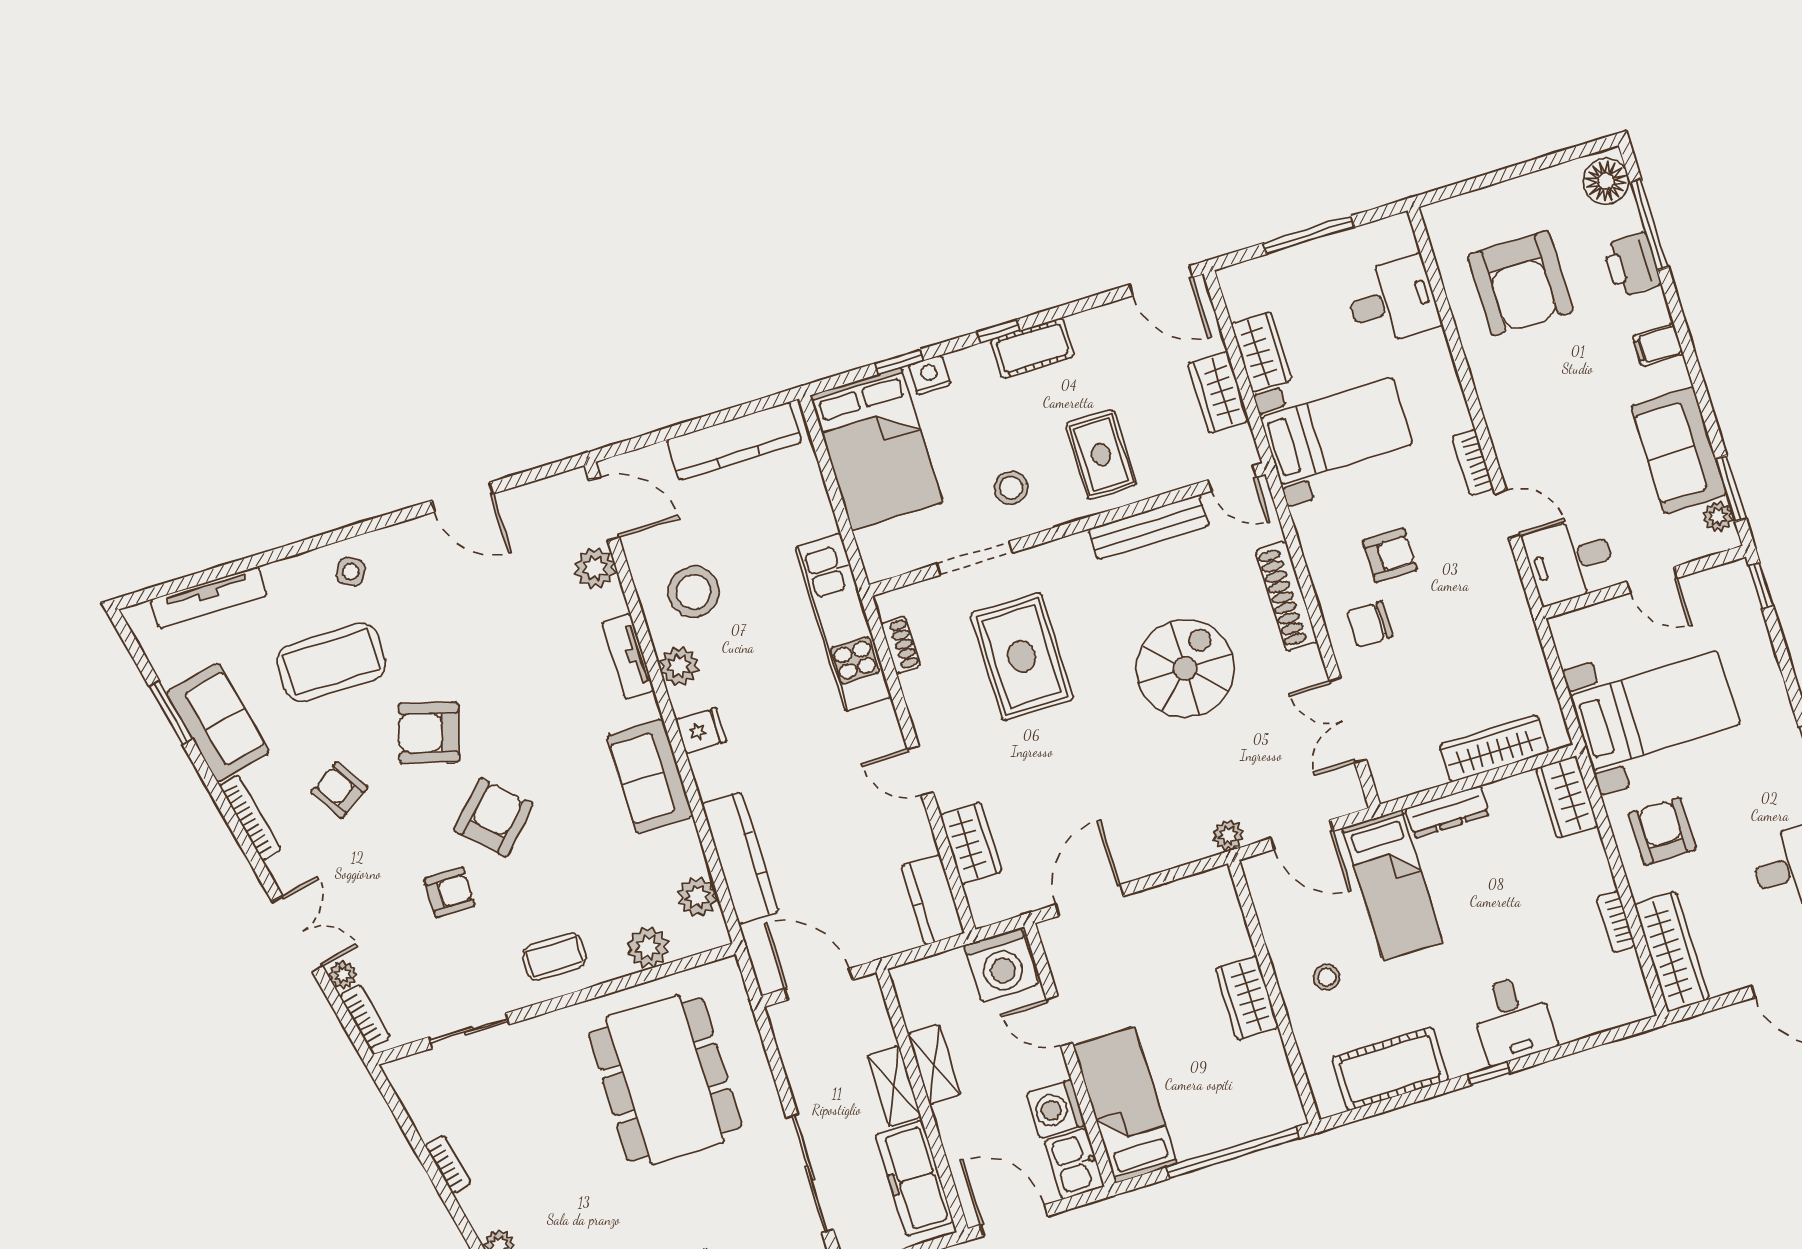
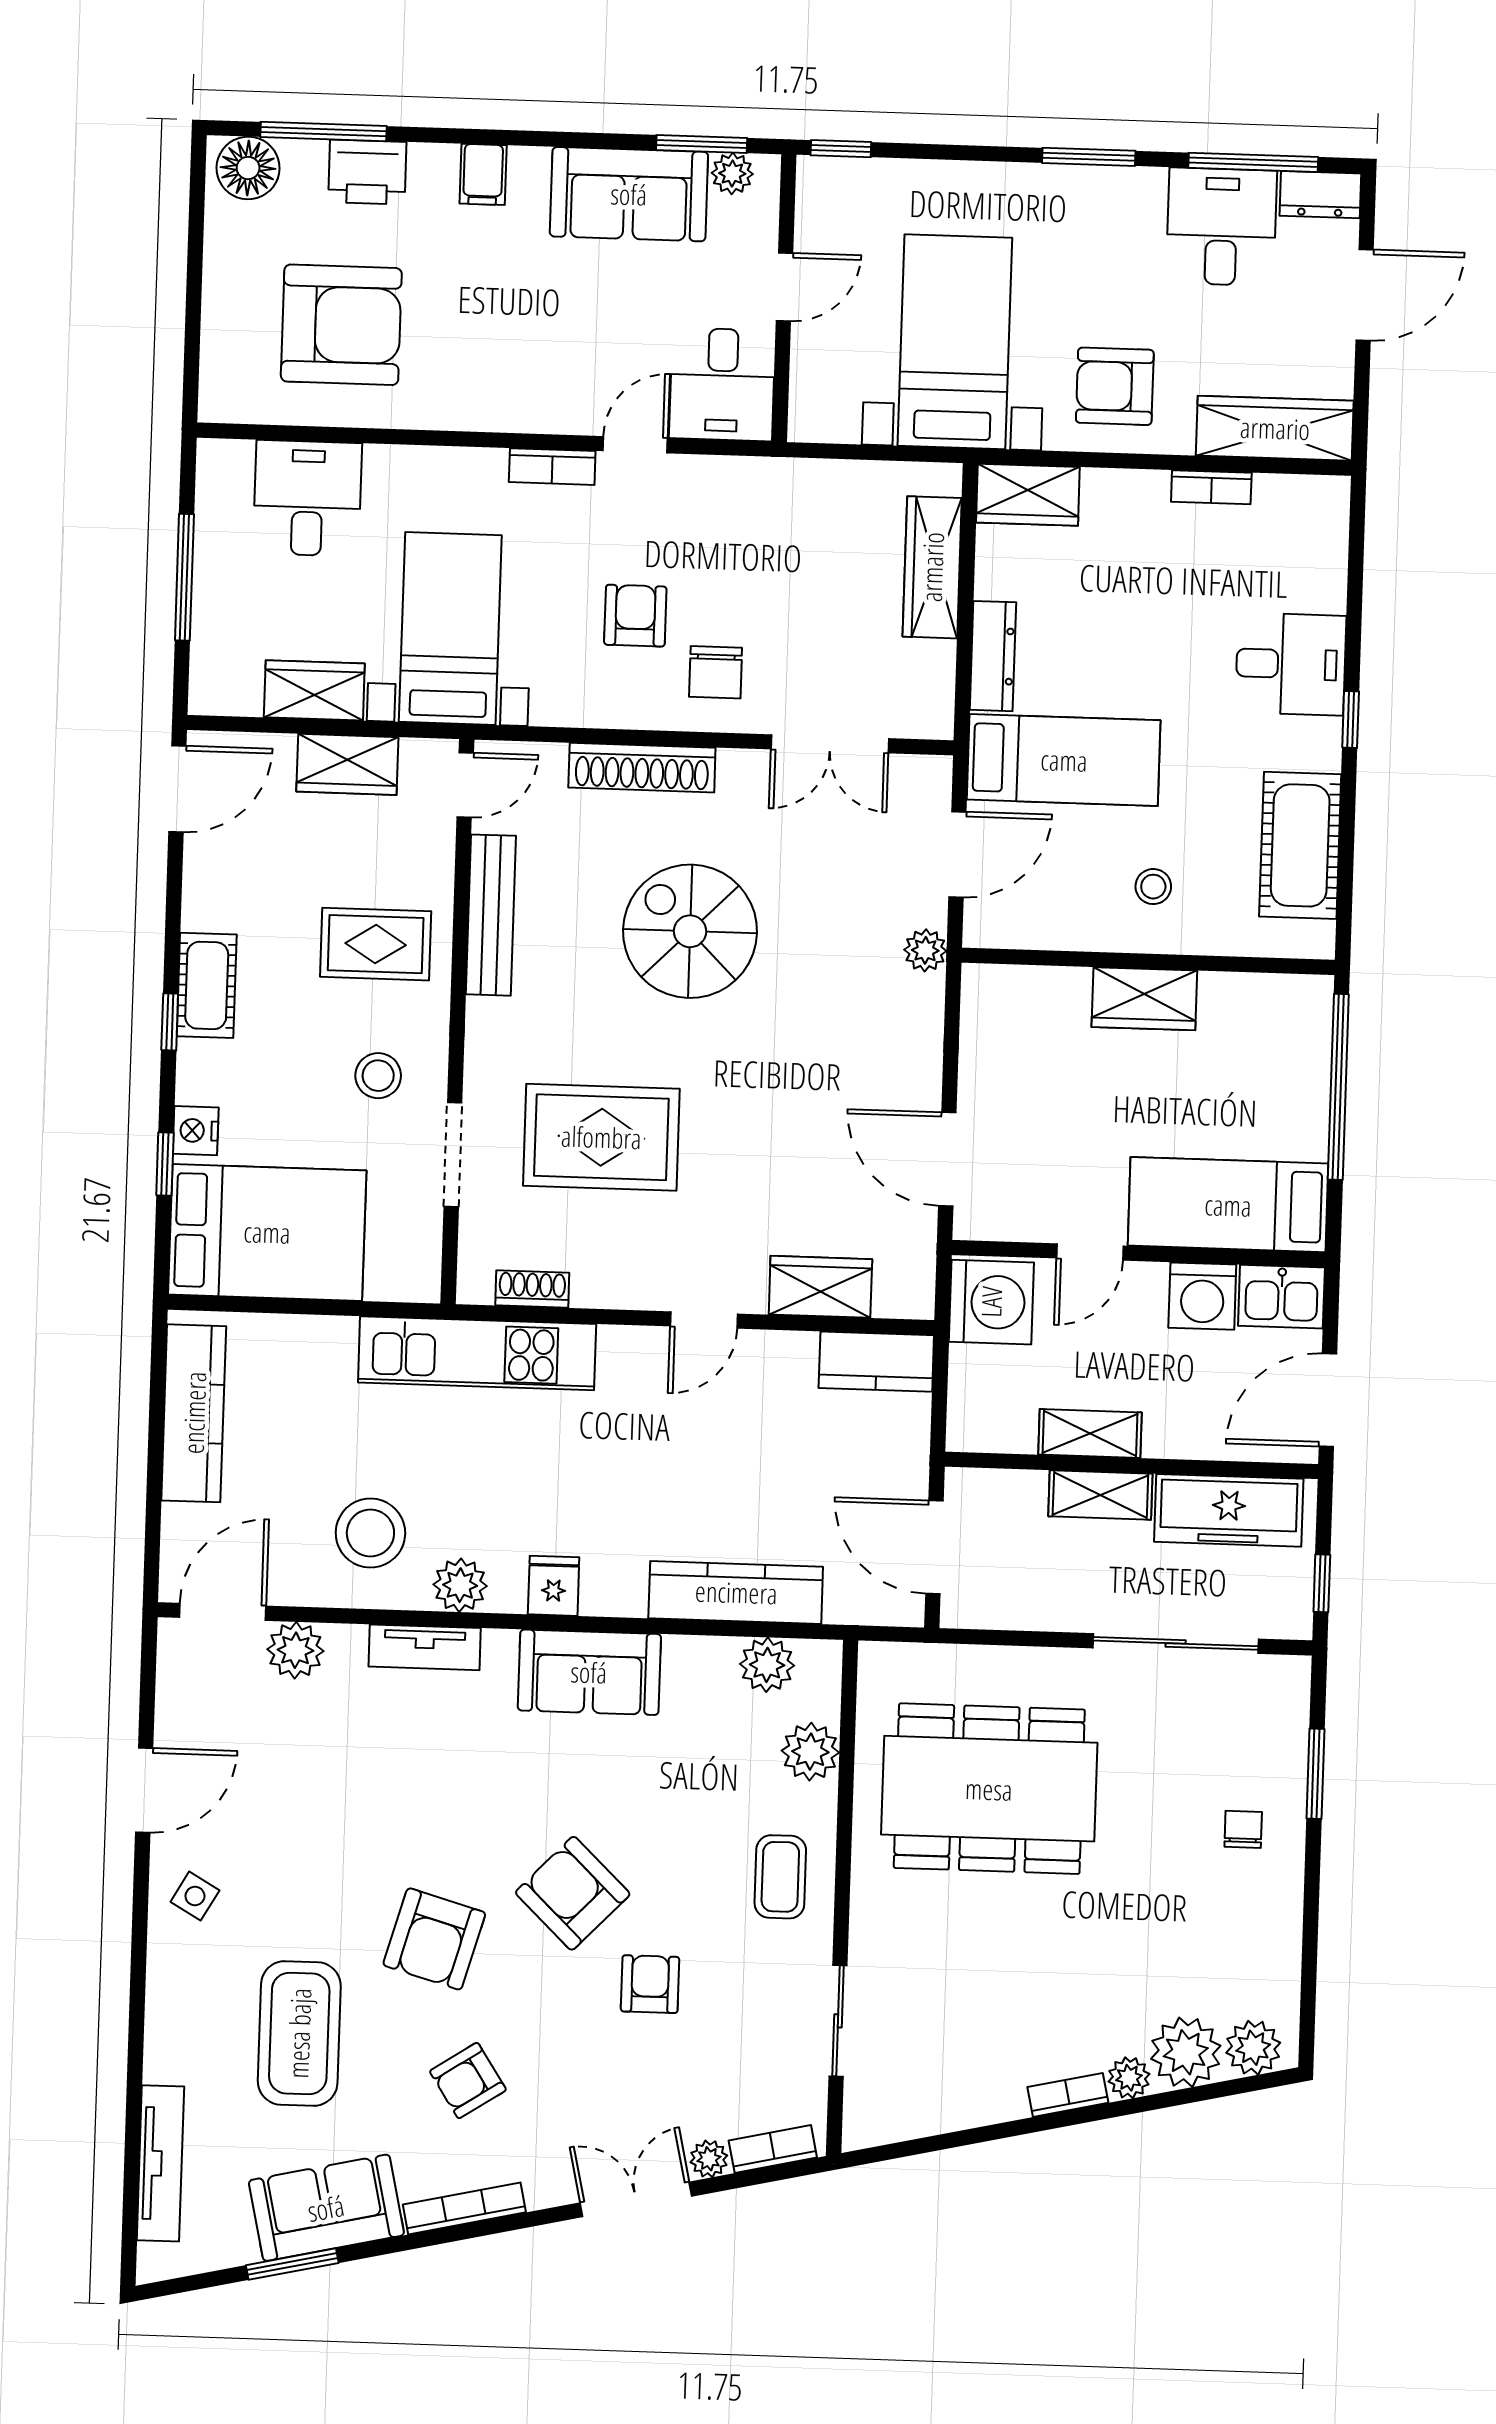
side table: (351, 572) -> (195, 1896), moved
door: (819, 984) -> (934, 1547), hinge flipped
bookcase: (448, 1164) -> (1068, 2095), moved

